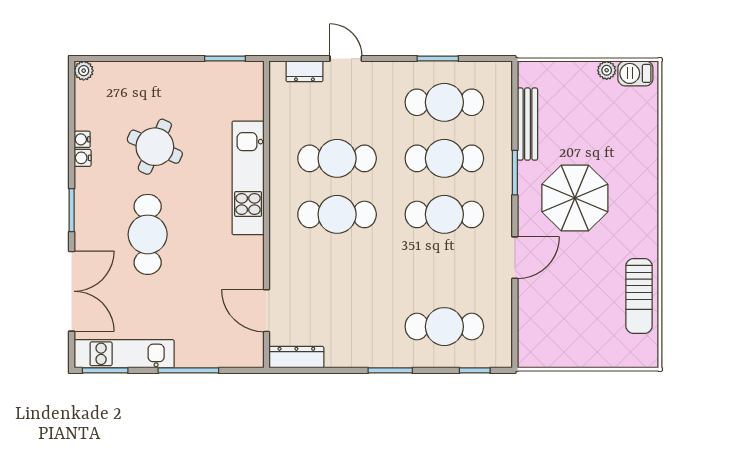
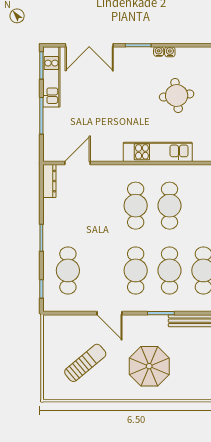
water cooler: (82, 139) -> (159, 52), moved
round table: (155, 147) -> (177, 96), turned -31
parasol: (575, 198) -> (149, 366), moved
cafe table: (148, 234) -> (124, 91), removed
sun lounger: (639, 296) -> (85, 363), moved, turned 140

